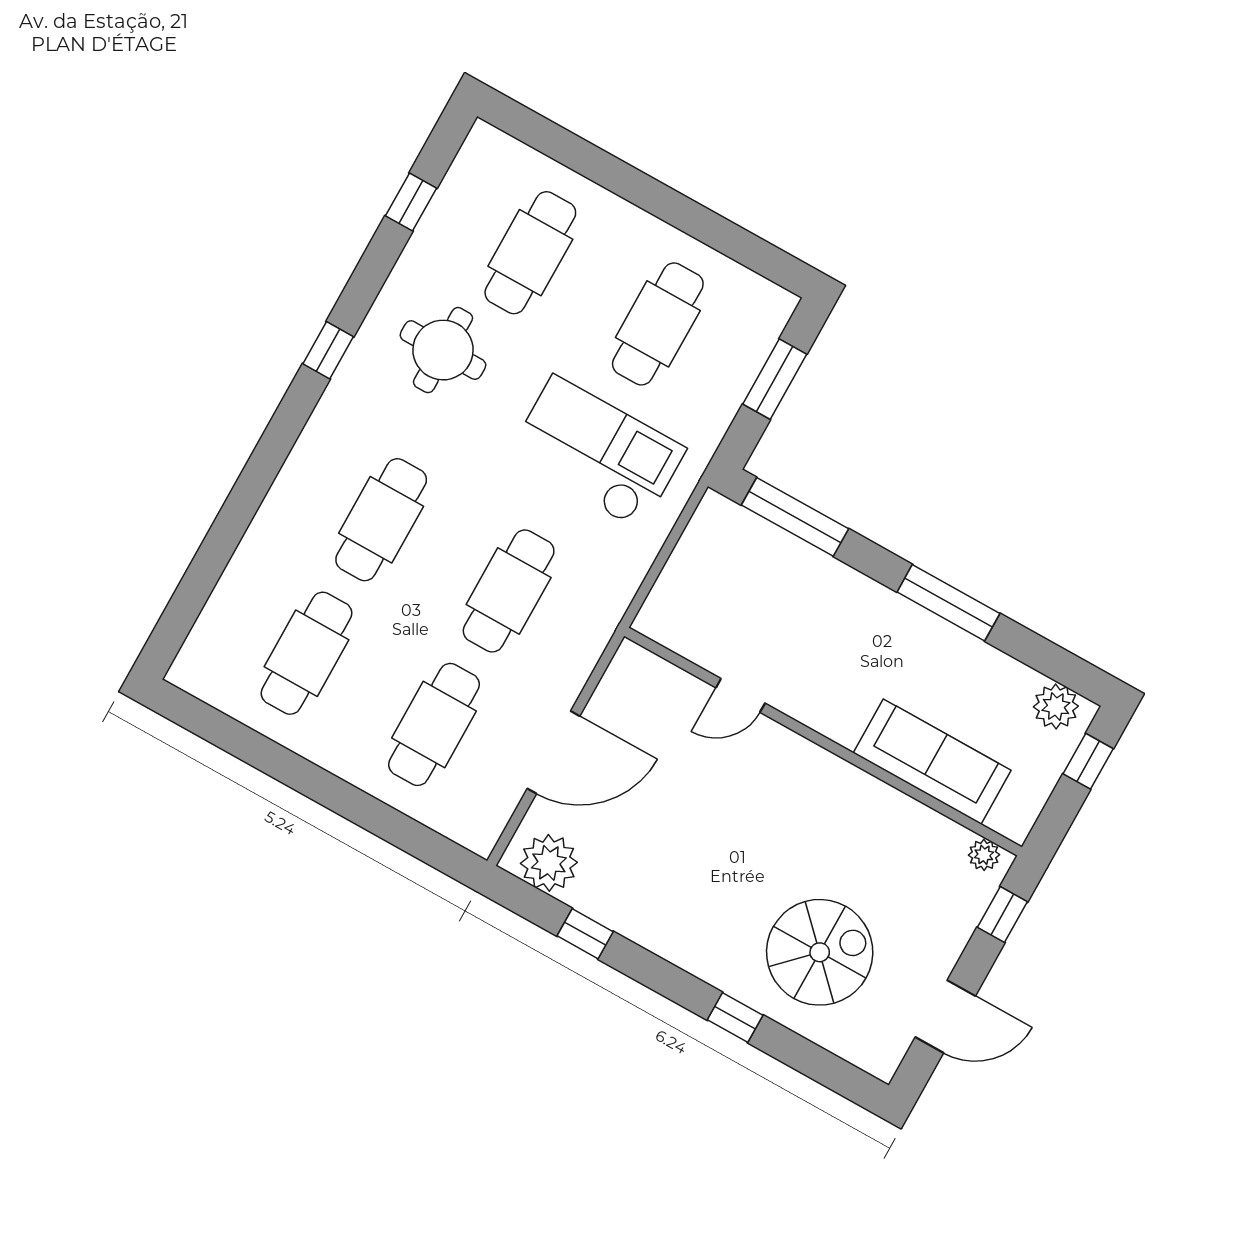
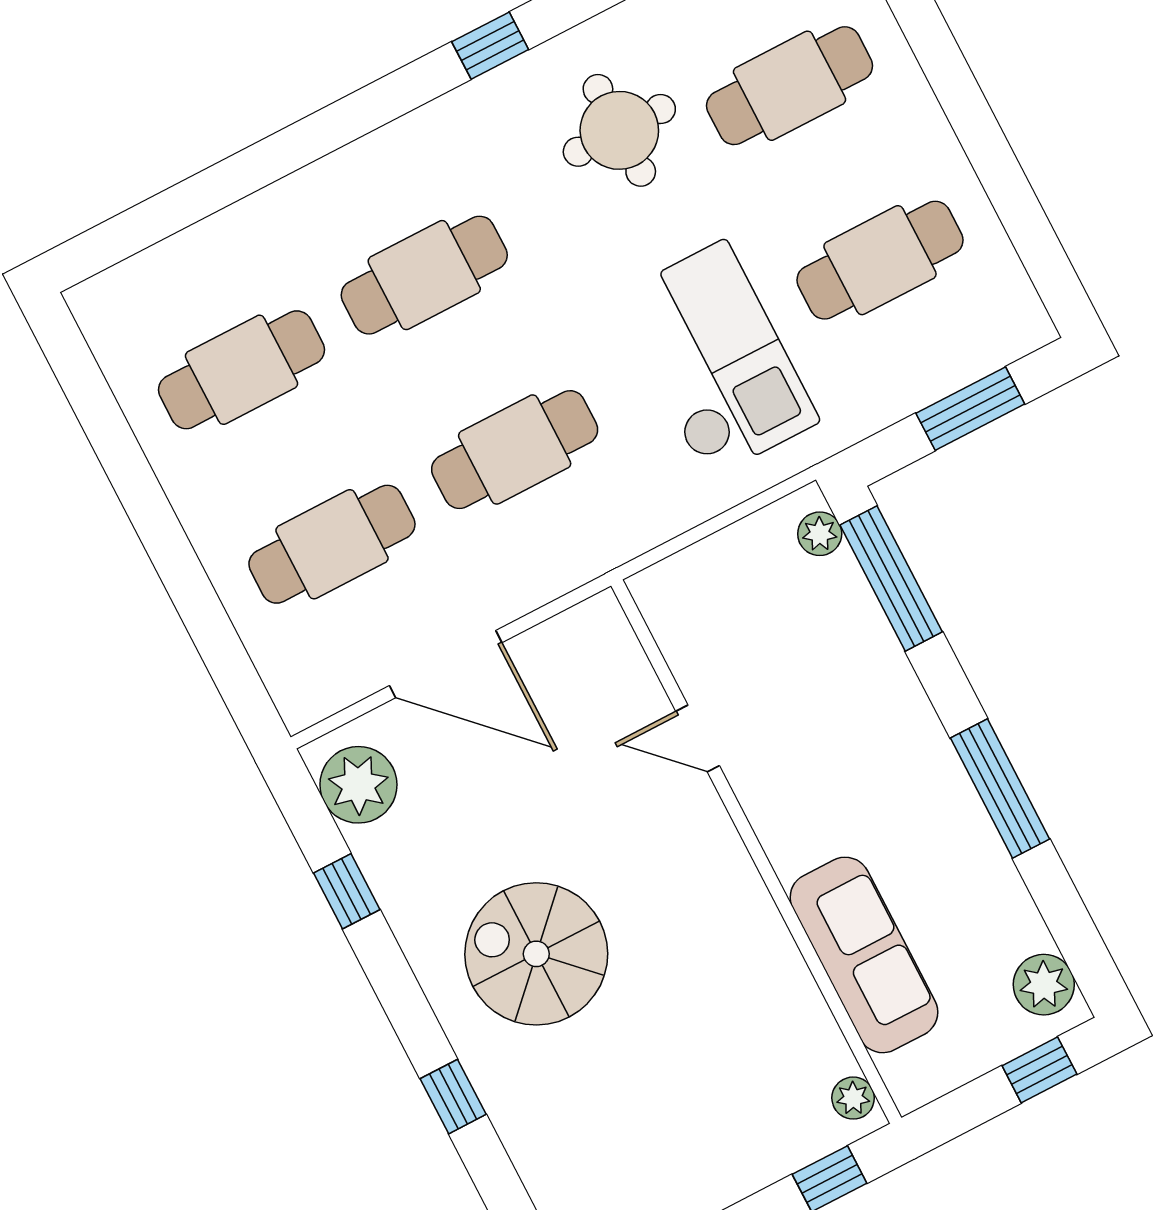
plant: (732, 518) -> (820, 534), added
spiral stairs: (820, 952) -> (536, 954), moved, turned 180

